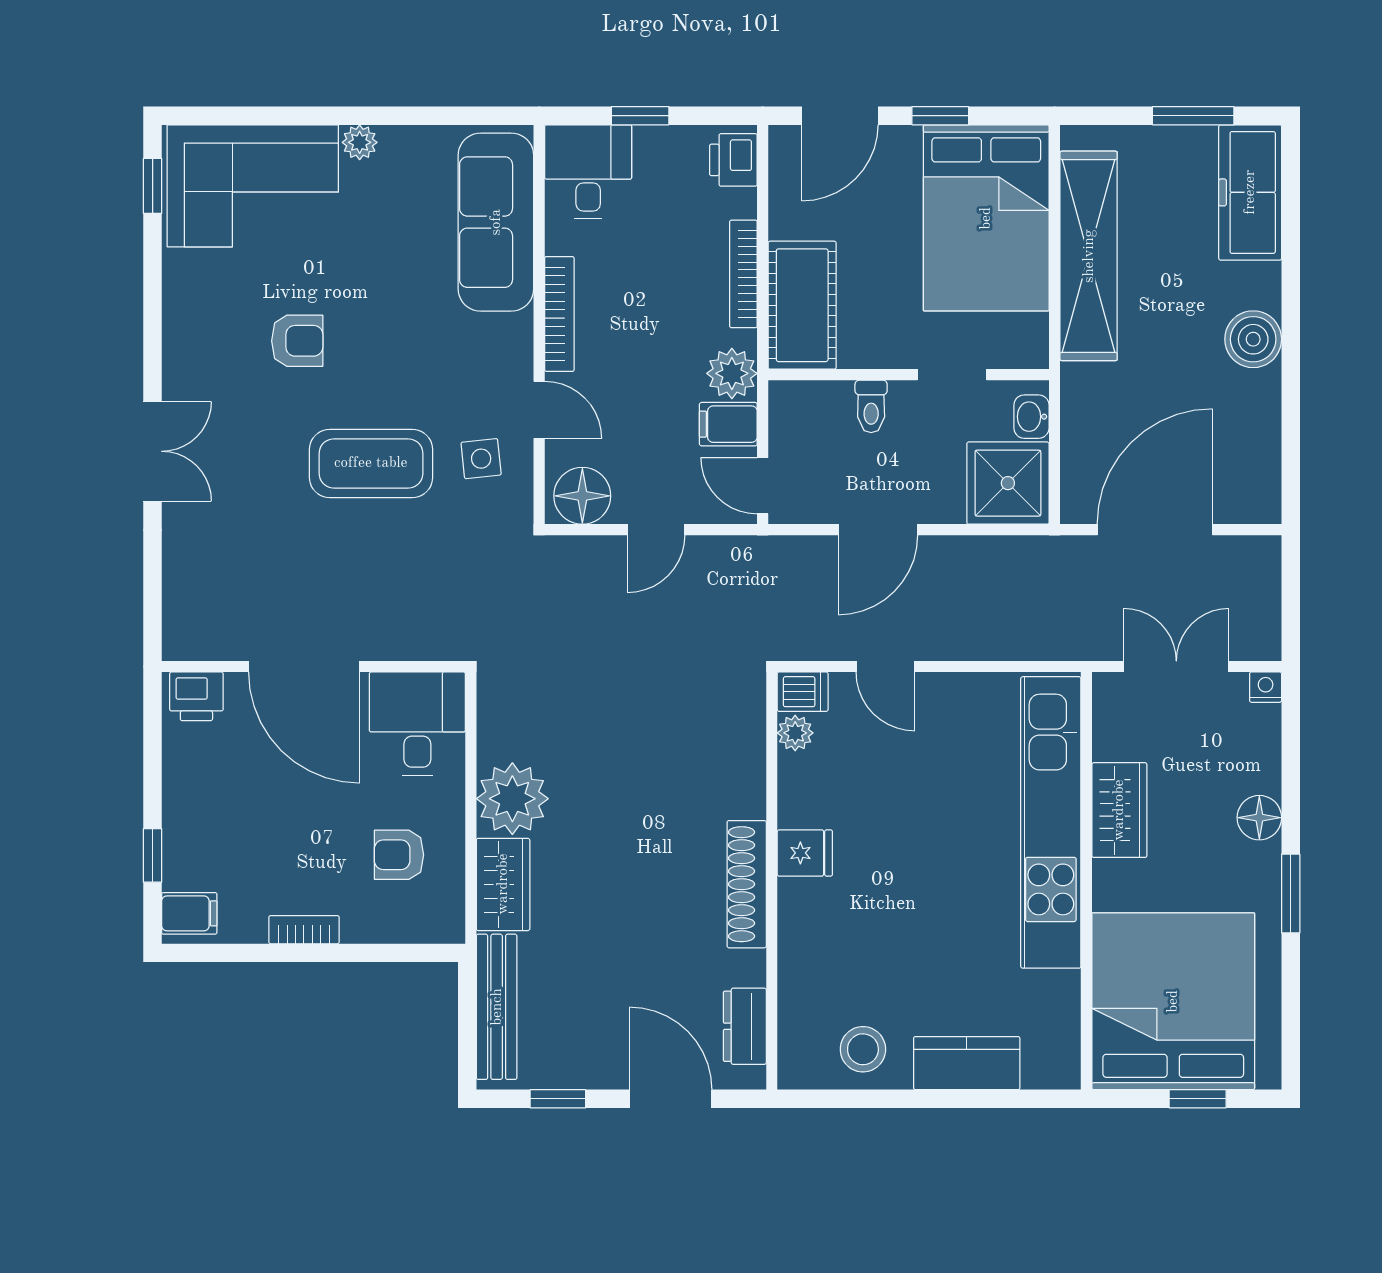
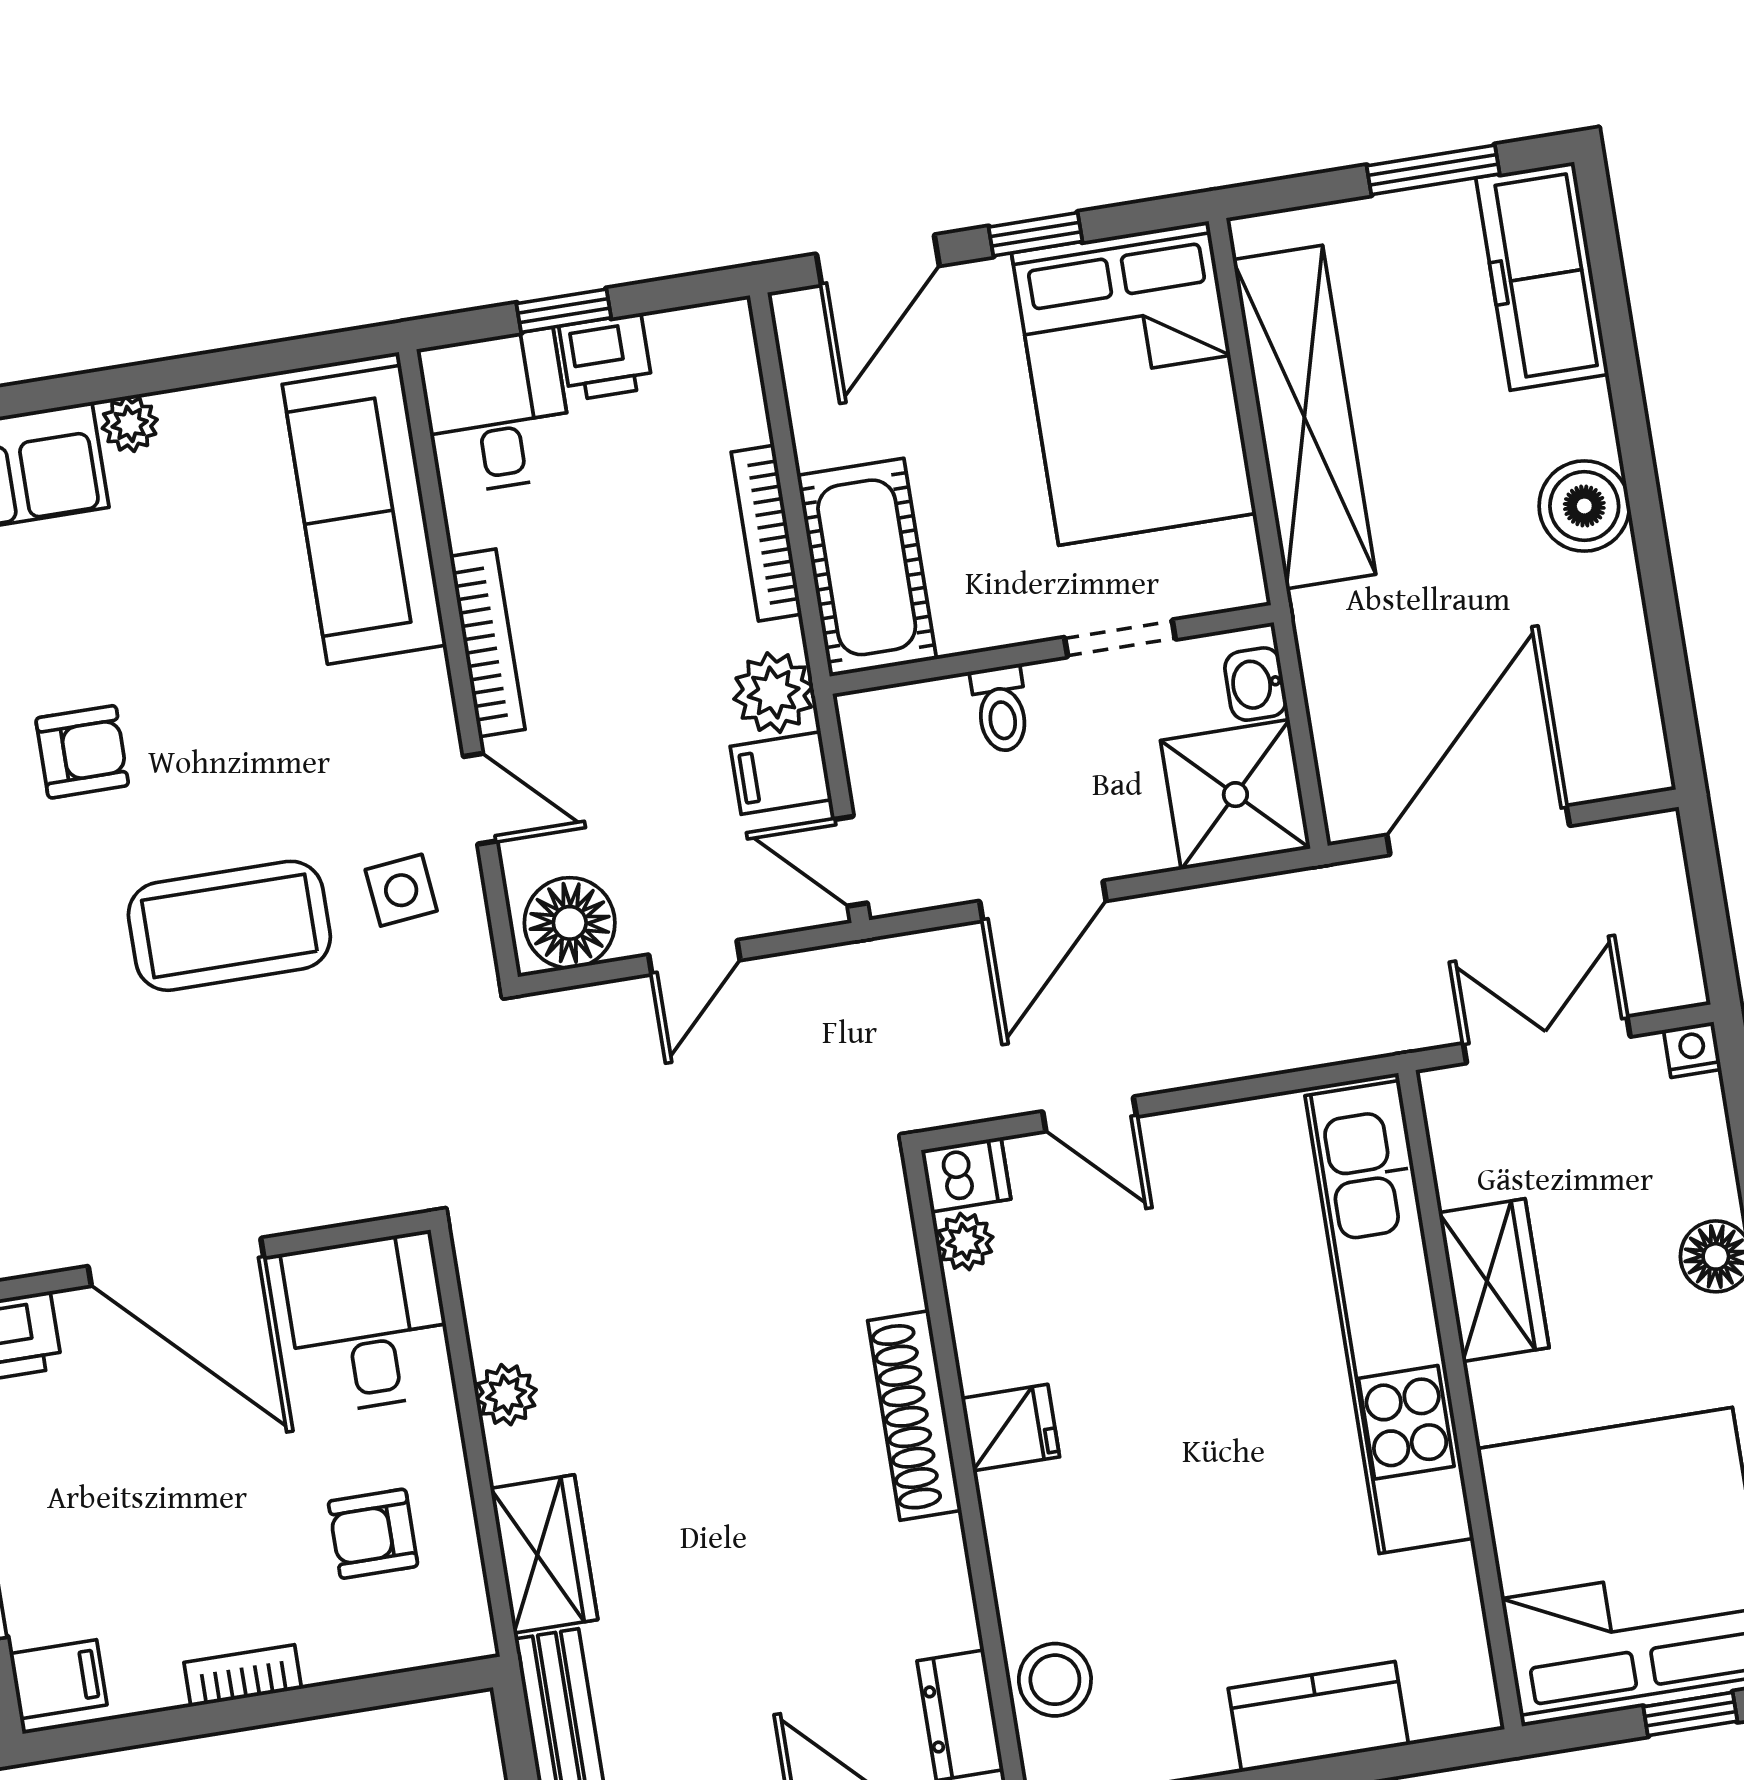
printer: (733, 160) -> (606, 357), moved, turned -90
plant: (512, 799) -> (506, 1395), width x0.53, depth x0.53
shoe rack: (747, 884) -> (915, 1415), moved
stool: (863, 1049) -> (1055, 1680), moved

